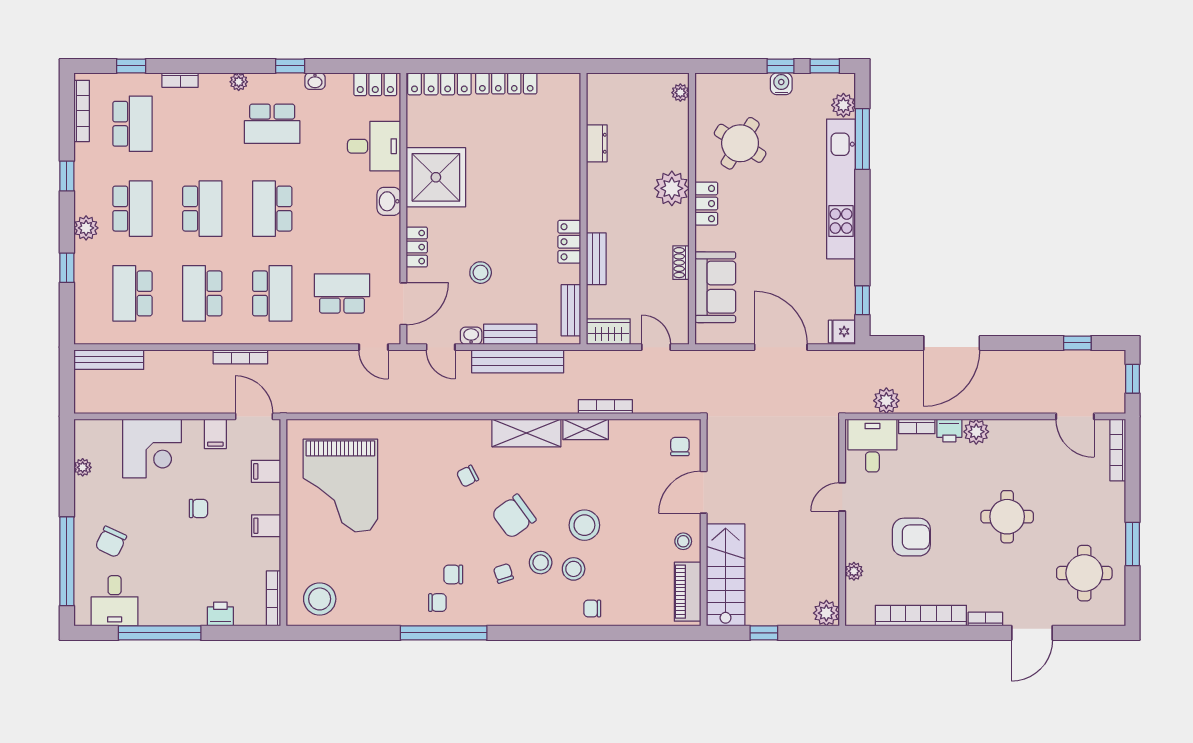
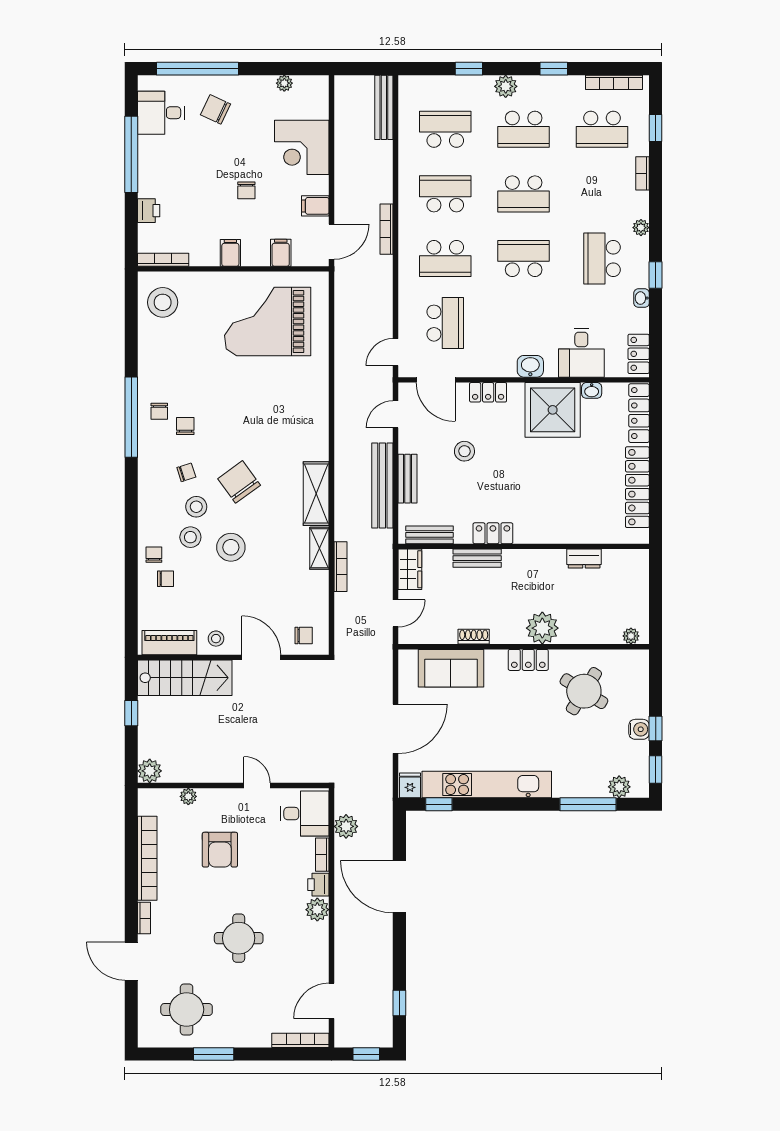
locker: (506, 83) -> (637, 487), width x1.41, depth x1.21
kitchen unit: (841, 189) -> (487, 785), moved
washbasin: (471, 336) -> (592, 390), moved, turned 90
chair: (468, 476) -> (166, 579), moved, turned 117

